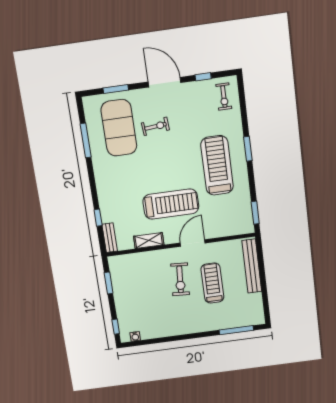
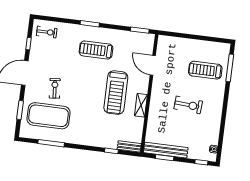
treadmill: (217, 165) -> (96, 50), width x0.73, depth x0.73
treadmill: (171, 204) -> (116, 93), turned 180
shelving: (149, 241) -> (141, 105), moved
door: (193, 243) -> (153, 65), moved
bench: (252, 266) -> (166, 150), moved
exercise bike: (180, 279) -> (188, 105), moved
treadmill: (212, 283) -> (205, 70), moved

